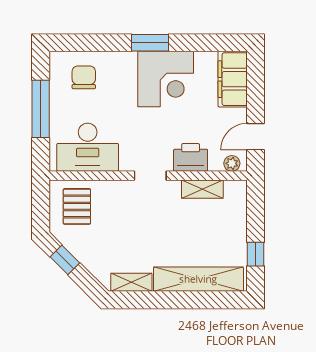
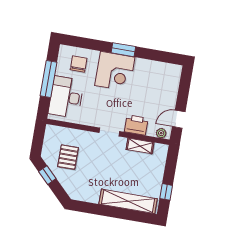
corner desk: (166, 79) -> (115, 71), moved
filing cabinet: (233, 79) -> (171, 81), removed
desk: (88, 147) -> (66, 97), moved, turned 90
pallet: (77, 206) -> (68, 157), moved
shelving: (131, 282) -> (86, 196), removed

